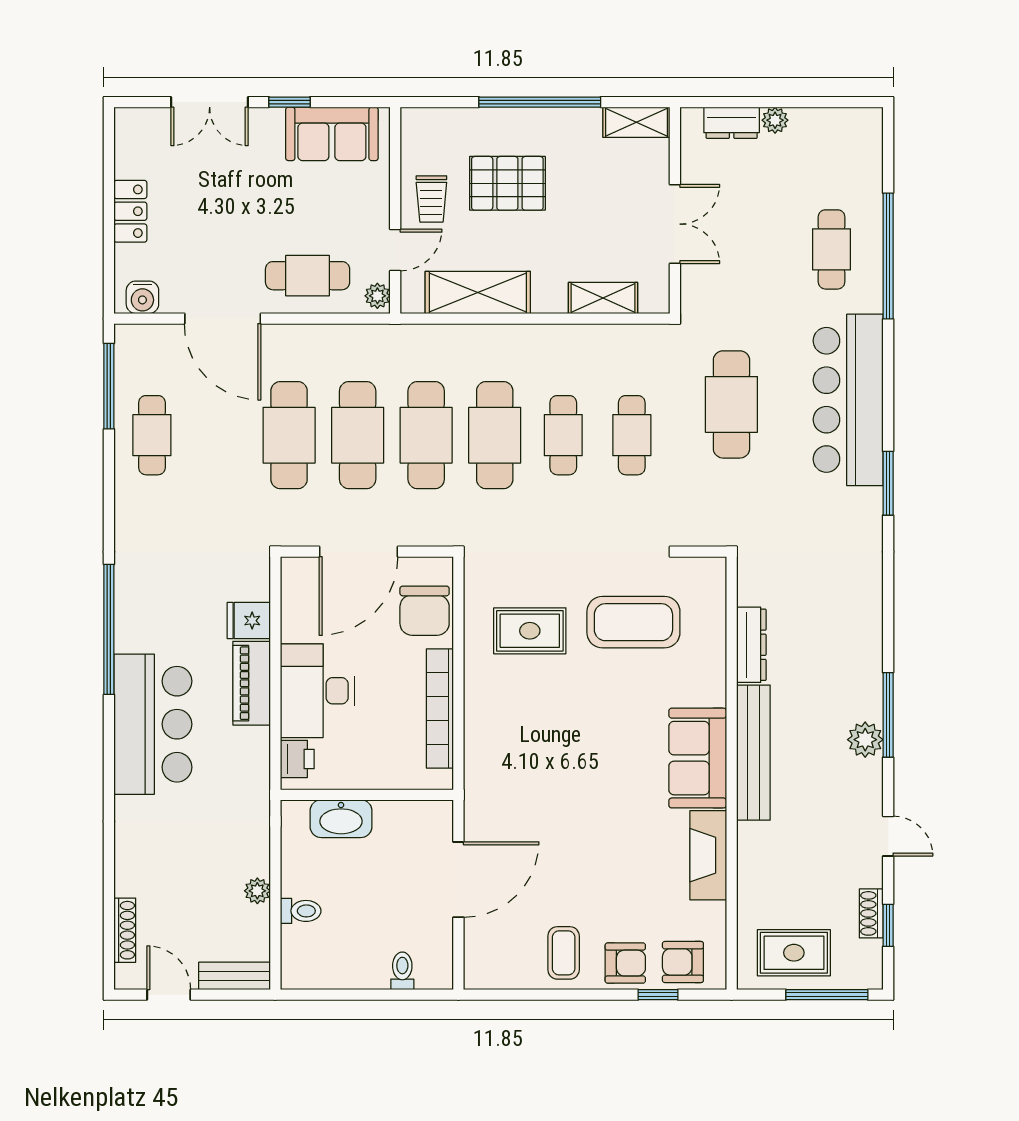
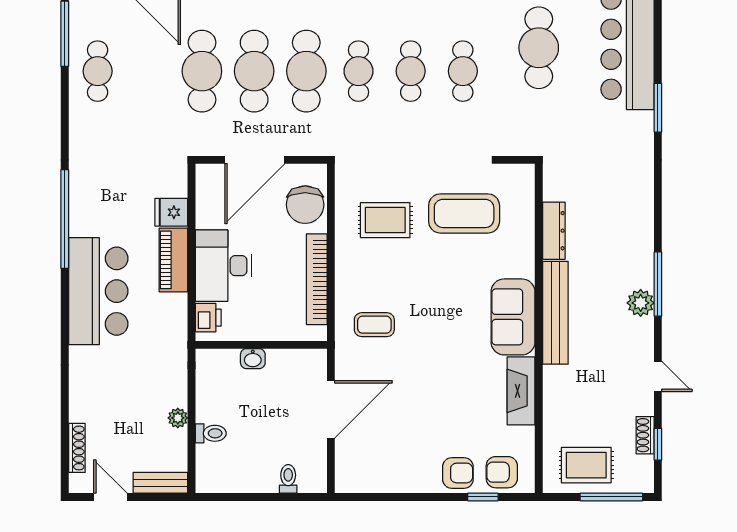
cafe table: (495, 435) -> (358, 71), width x0.73, depth x0.74
washbasin: (341, 819) -> (253, 359), width x0.52, depth x0.69
coffee table: (564, 953) -> (374, 325), moved, turned 90

